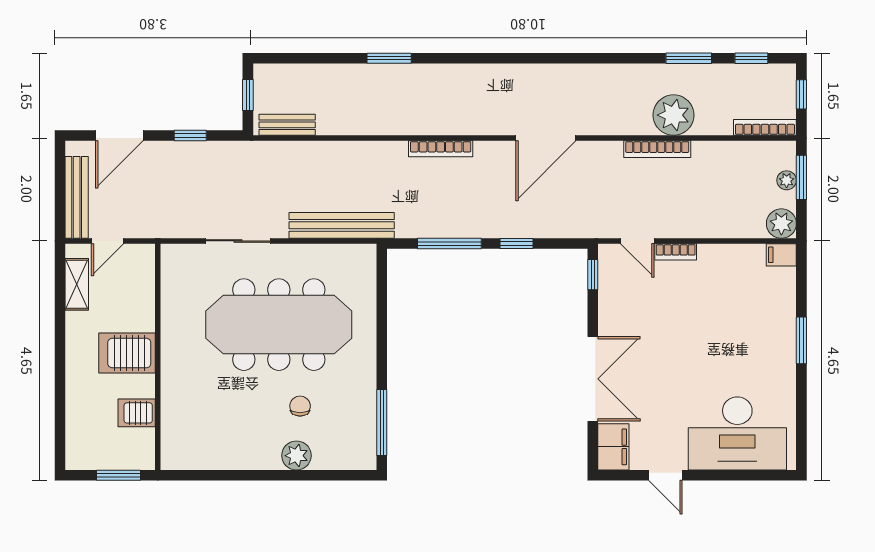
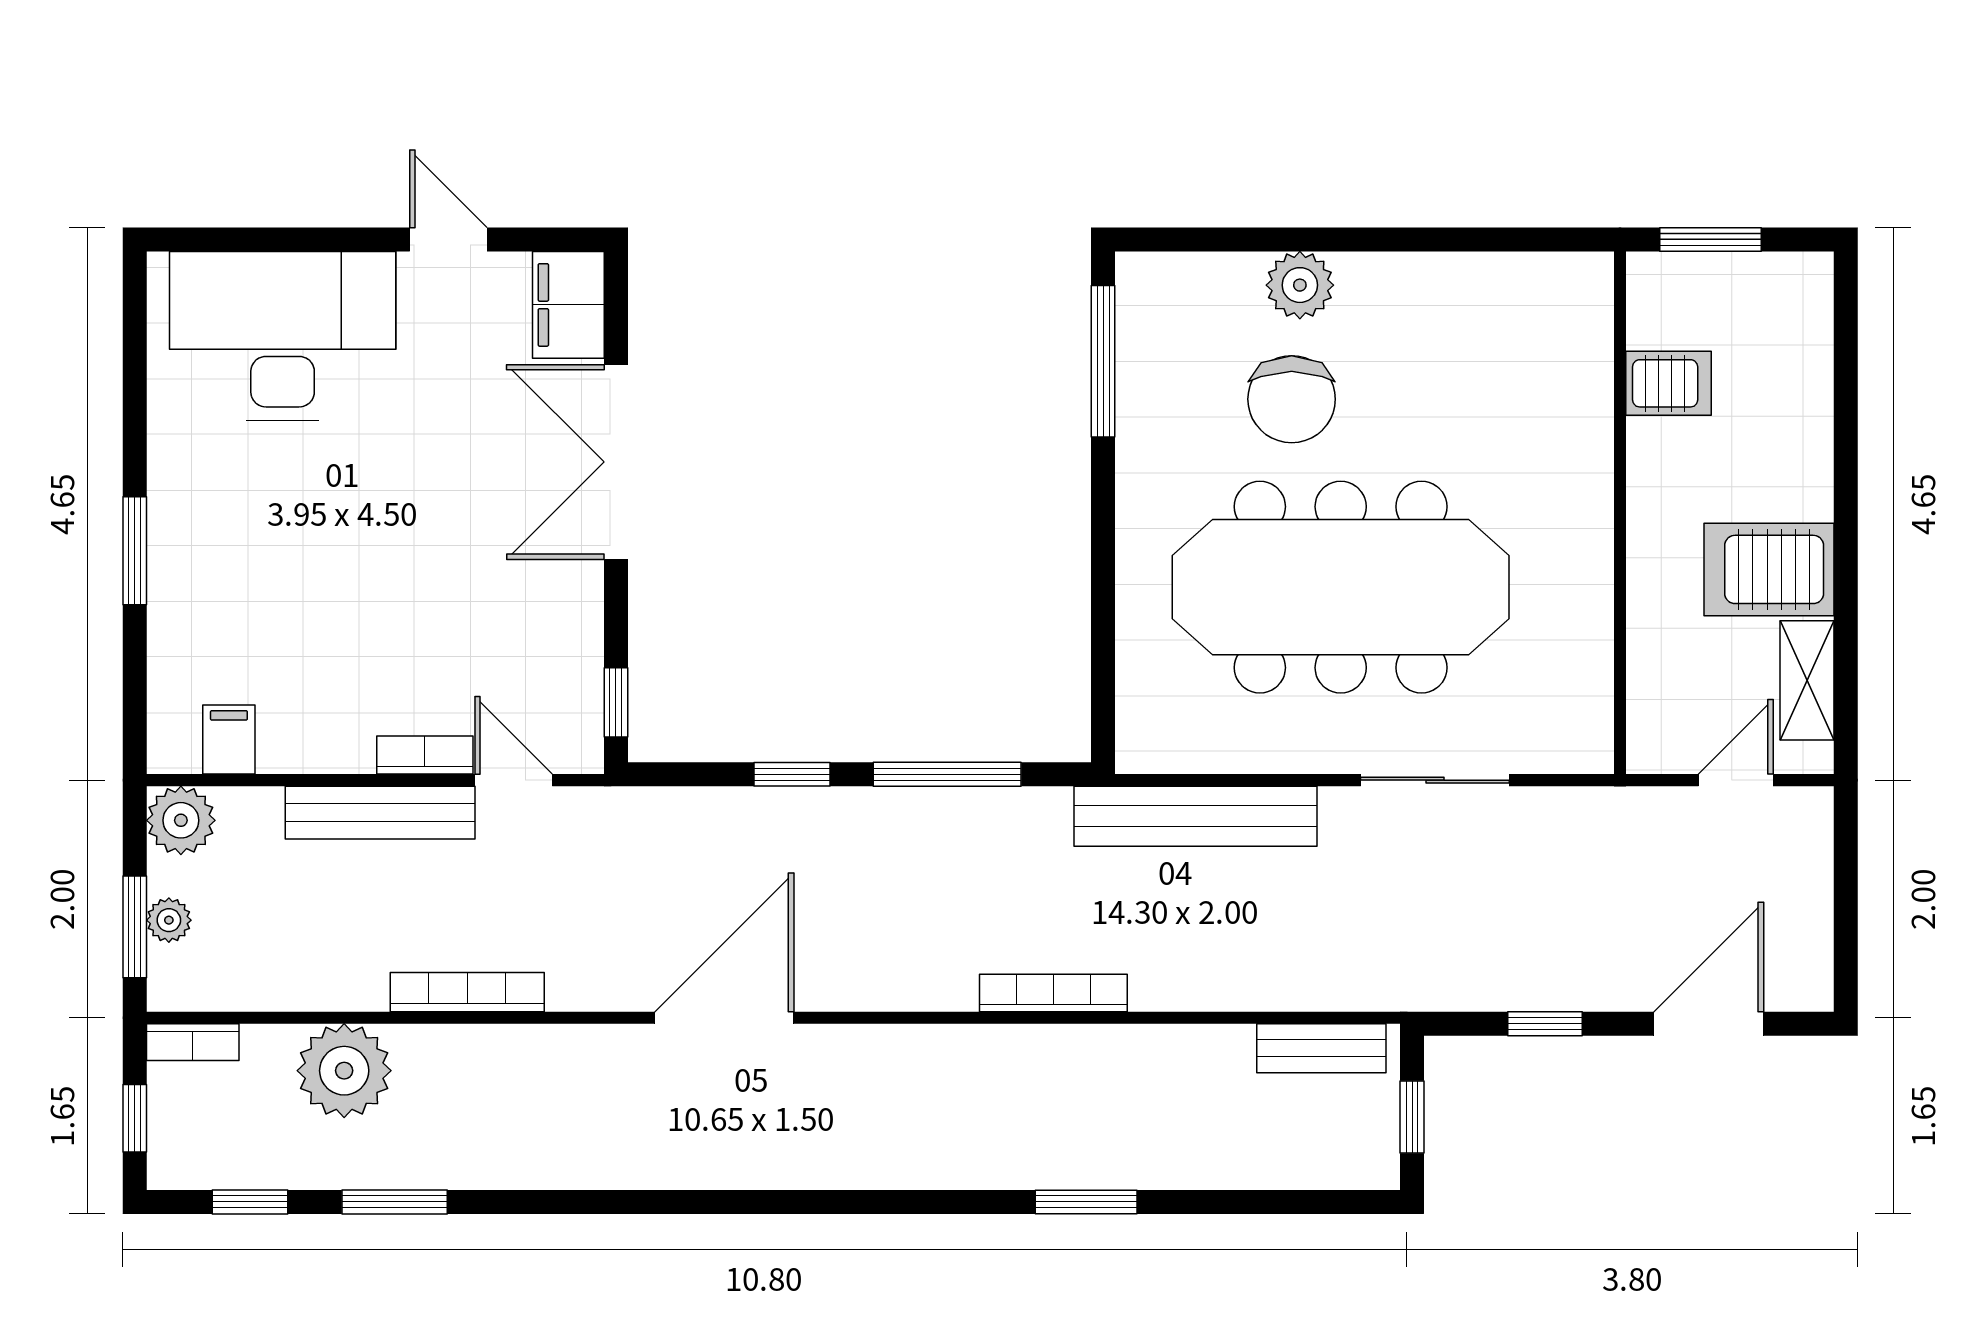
plant: (674, 115) -> (344, 1071), moved
bookcase: (765, 127) -> (193, 1042), width x0.64
bookcase: (441, 149) -> (1053, 993), moved
bench: (77, 197) -> (380, 813), moved, turned 90
filing cabinet: (781, 255) -> (229, 740), moved, turned -90
server rack: (127, 353) -> (1769, 569), moved, turned 180
chair: (300, 406) -> (1292, 399), width x1.87, depth x1.87

